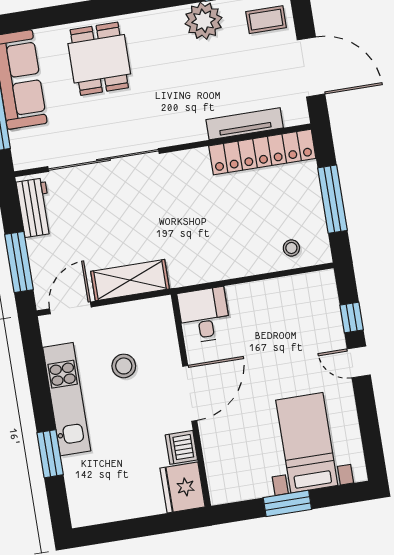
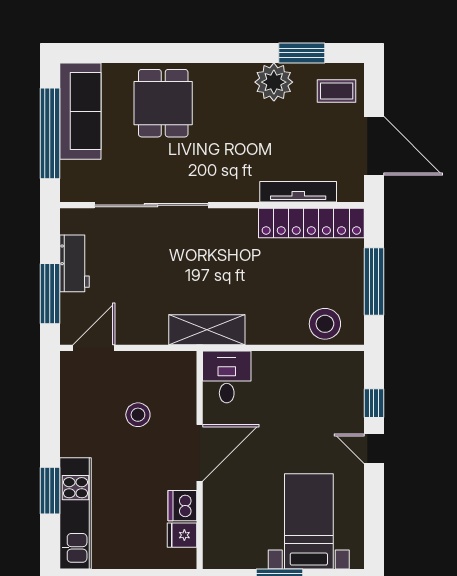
workbench: (35, 208) -> (74, 263), moved
stool: (291, 248) -> (325, 324), width x1.89, depth x1.89
shelving: (130, 280) -> (207, 330), moved
kitchen unit: (67, 399) -> (75, 513), moved
fridge: (183, 487) -> (182, 535), width x0.53, depth x0.75

